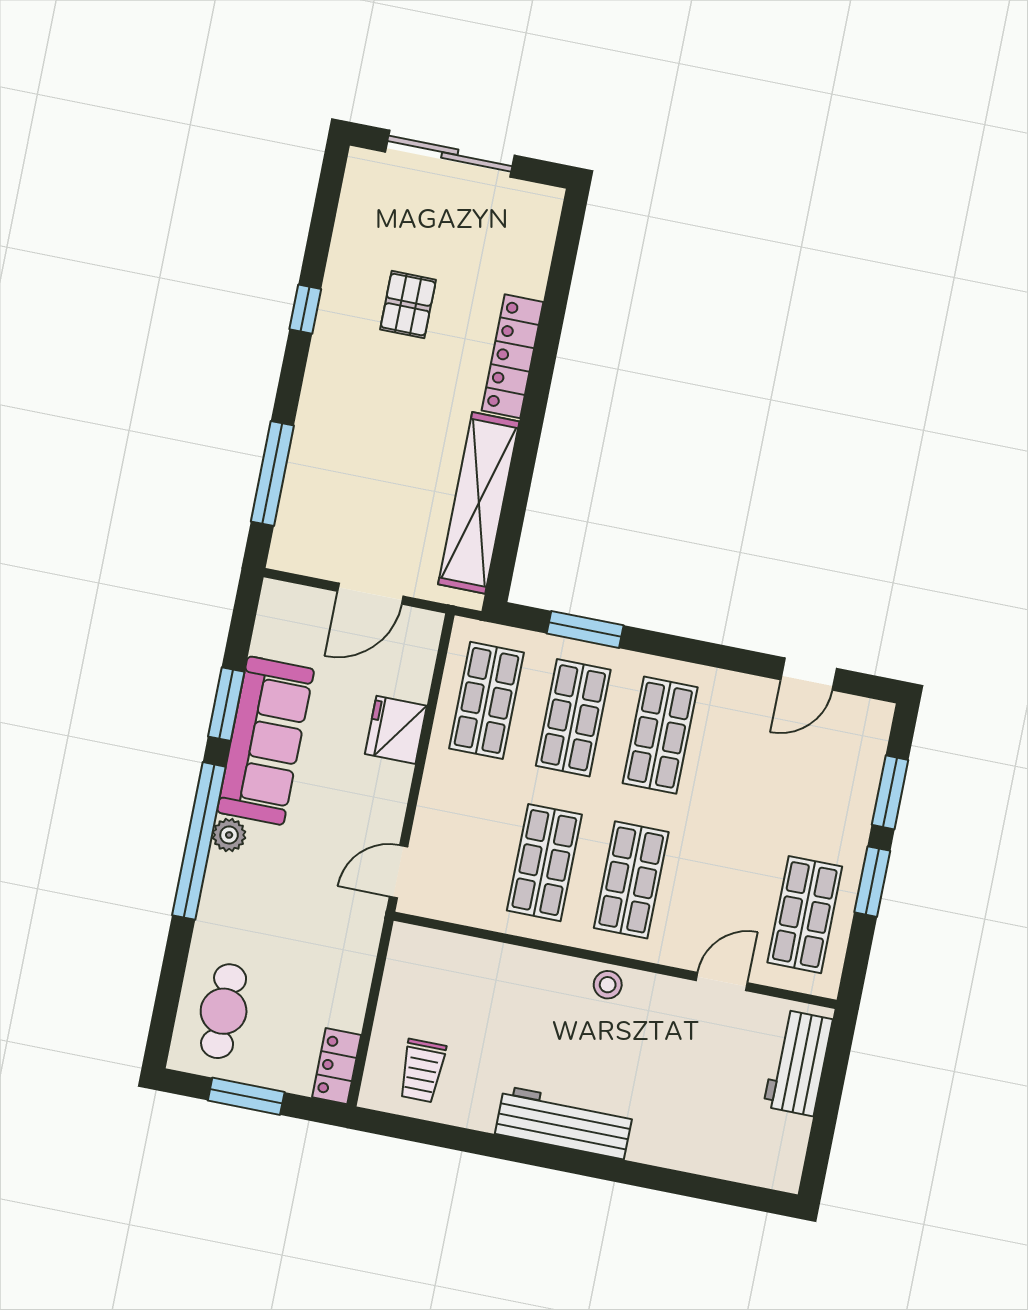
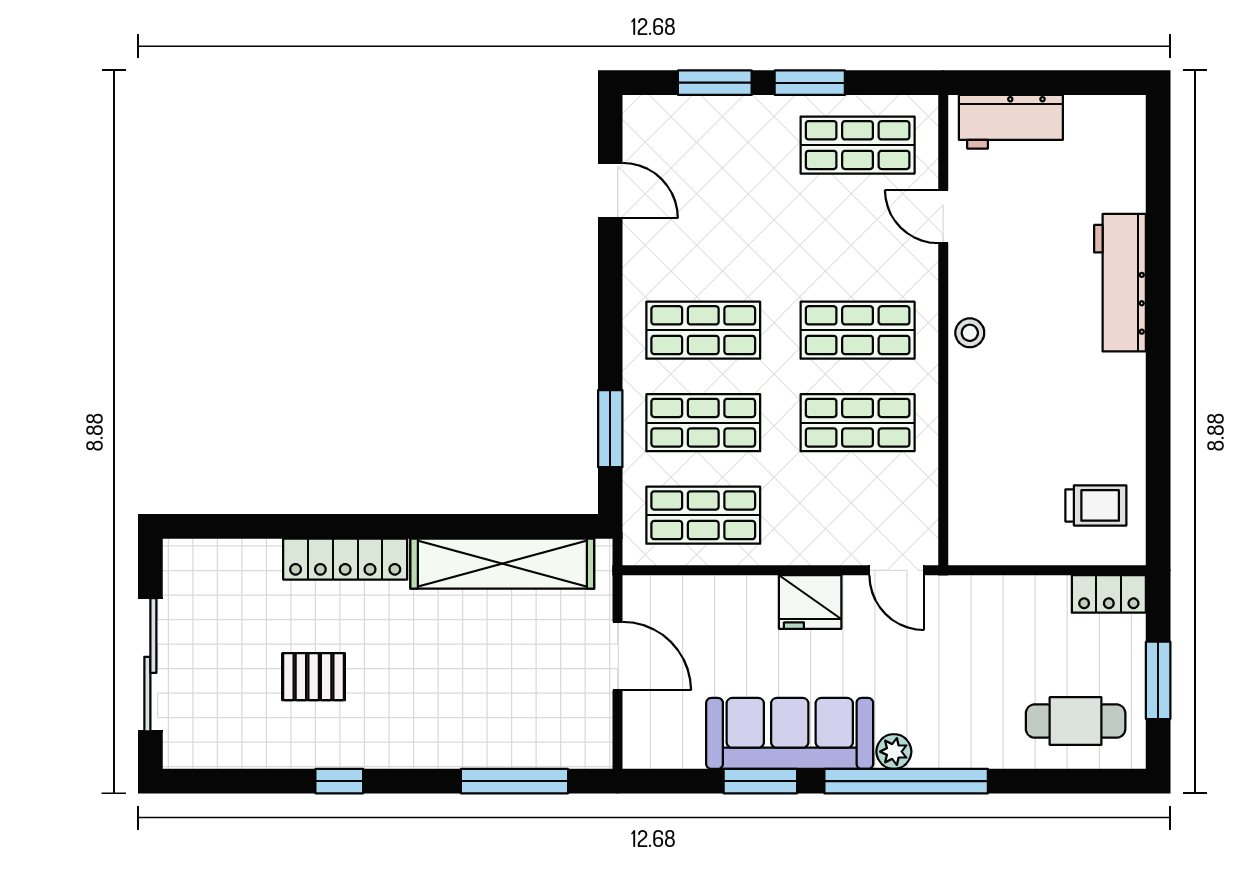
fridge: (396, 730) -> (810, 602), moved
workbench: (564, 1123) -> (1120, 283), moved

